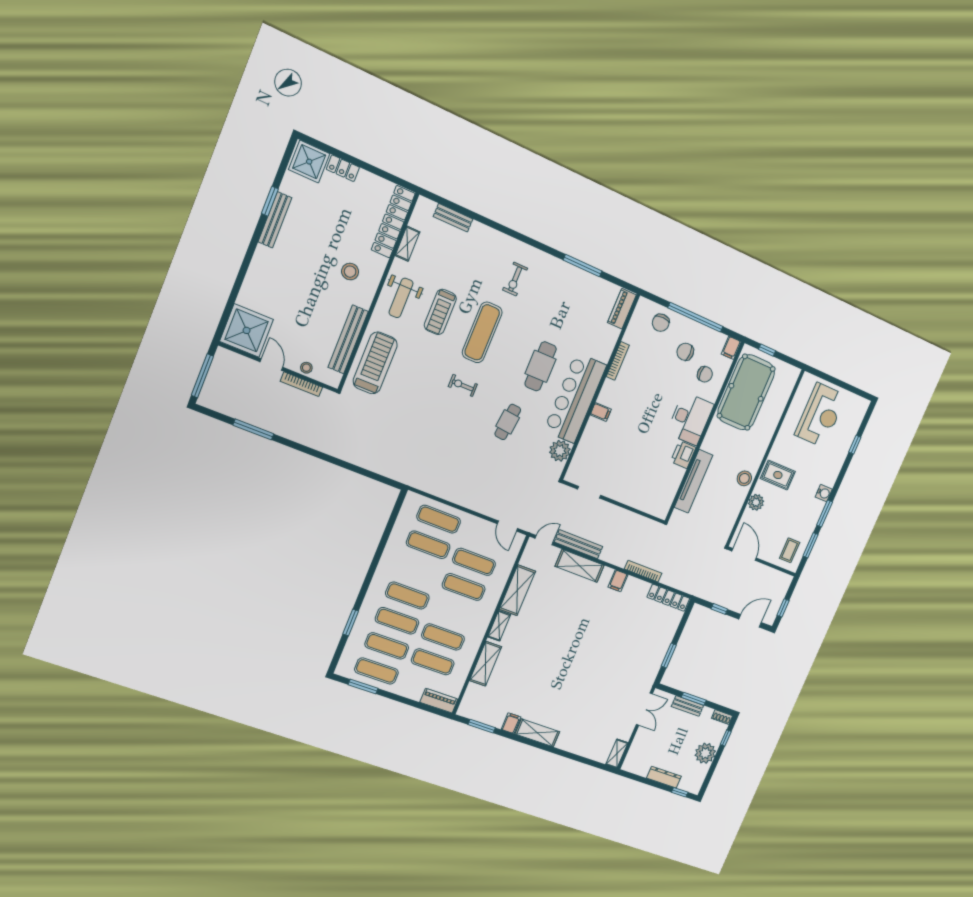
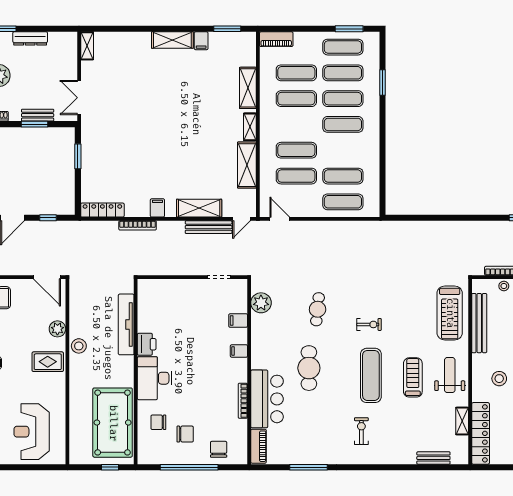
filing cabinet: (731, 348) -> (238, 321), moved, turned -90
bar counter: (575, 398) -> (267, 399), moved, width x0.73

